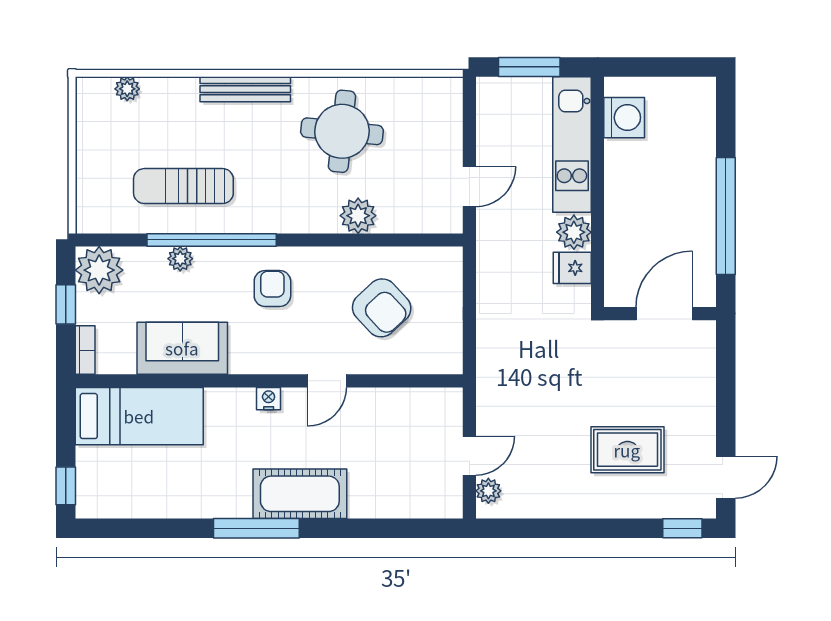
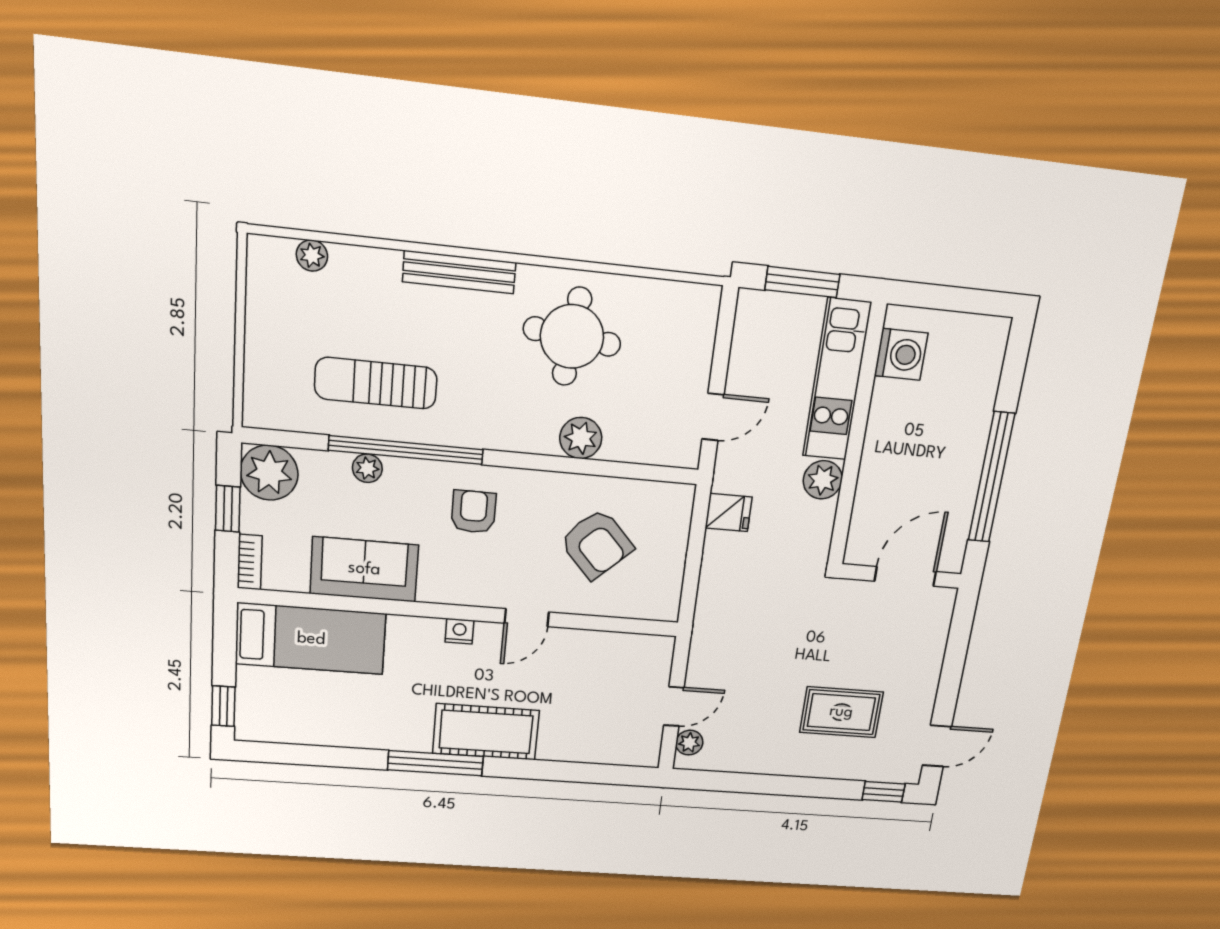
fridge: (572, 268) -> (729, 512), moved, turned 180

